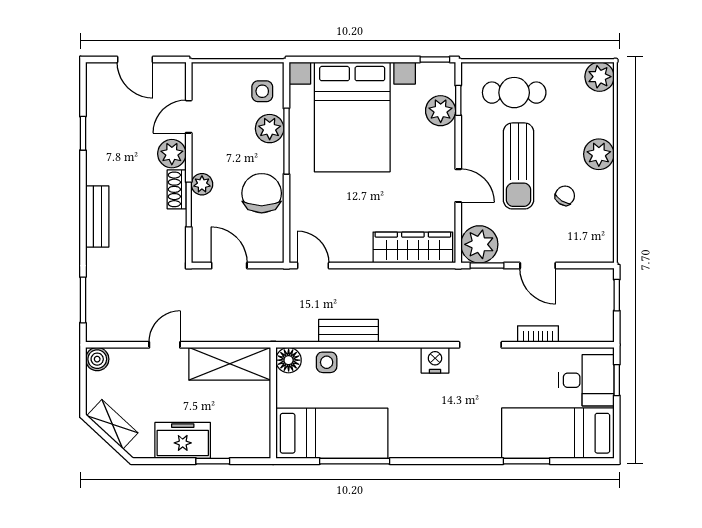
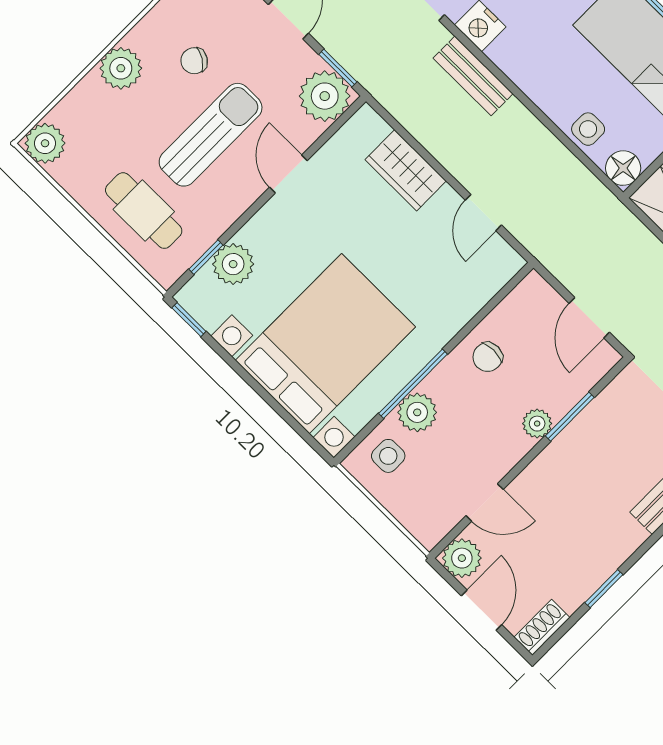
plant: (172, 154) -> (462, 558), moved
shoe rack: (177, 189) -> (542, 627), moved, turned 180
chair: (262, 193) -> (488, 357), width x0.54, depth x0.54
wardrobe: (413, 248) -> (406, 170), width x0.67
door: (313, 266) -> (483, 213), moved
bench: (348, 331) -> (473, 76), moved

